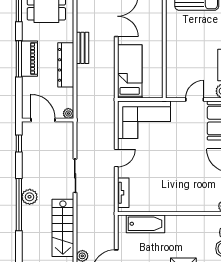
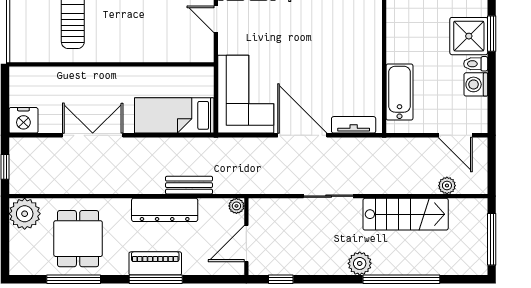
bench: (83, 48) -> (189, 185), moved
door: (116, 158) -> (302, 135), width x1.88
window: (19, 205) -> (401, 279), moved

